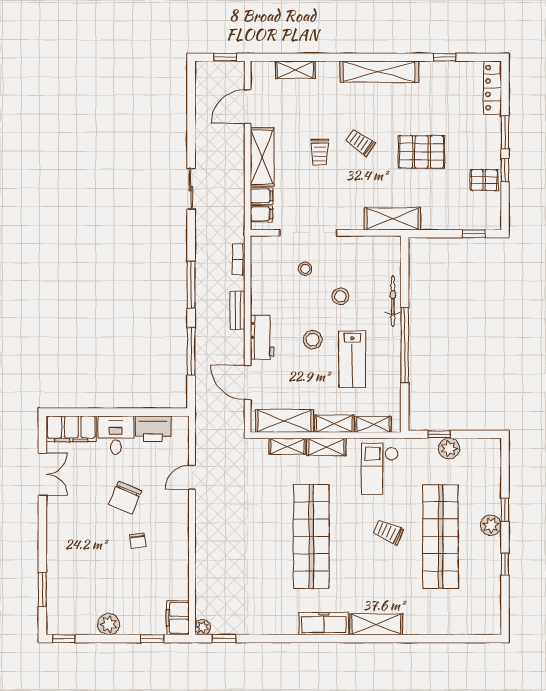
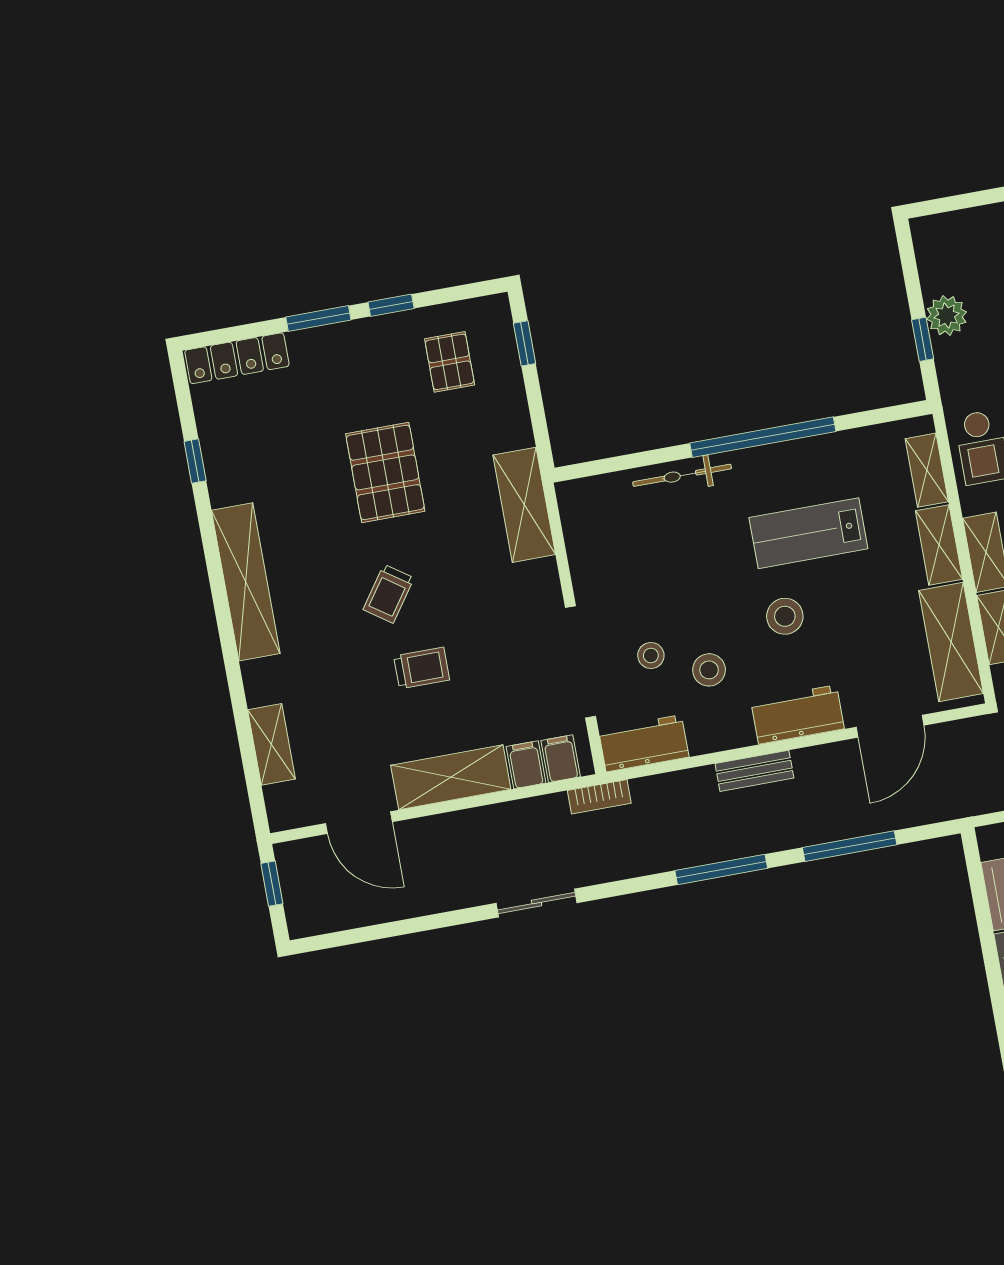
pallet: (484, 180) -> (450, 362), moved
workbench: (262, 257) -> (644, 743), added
bookcase: (239, 259) -> (599, 797), moved
stool: (340, 296) -> (709, 670), moved
lab bench: (352, 359) -> (808, 533), turned 180

